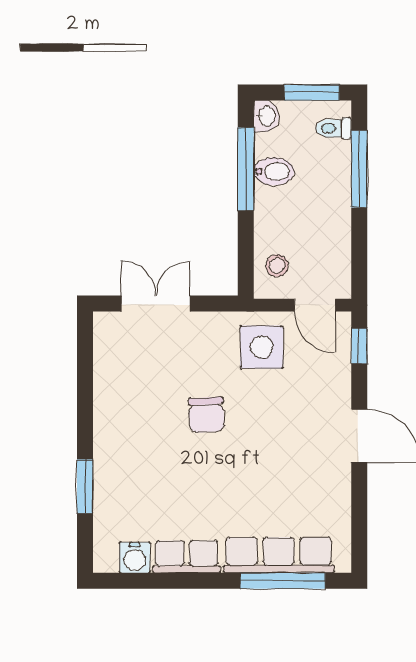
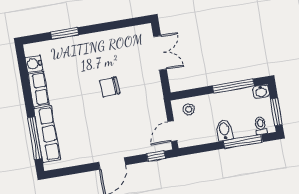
bidet: (274, 171) -> (224, 130), moved, turned 180
side table: (262, 347) -> (147, 108), removed

